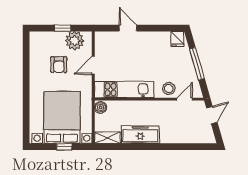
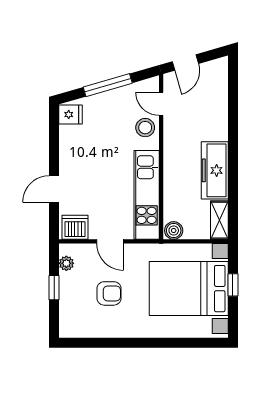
plant: (74, 41) -> (66, 263), width x0.53, depth x0.53
dishwasher: (103, 42) -> (75, 227), added
door: (212, 115) -> (185, 63), swing flipped

